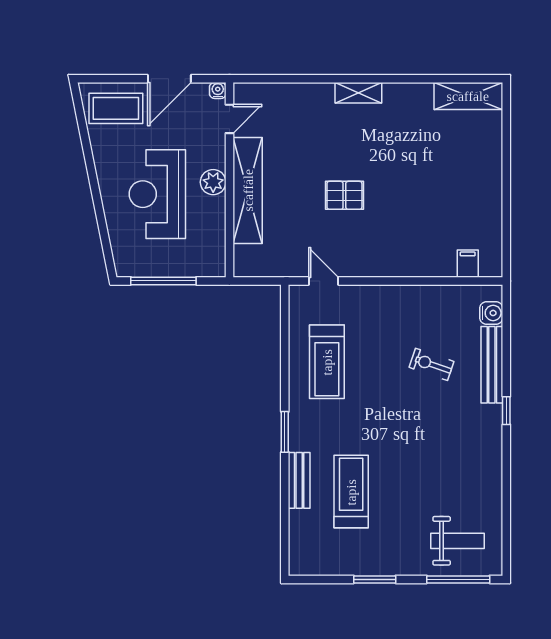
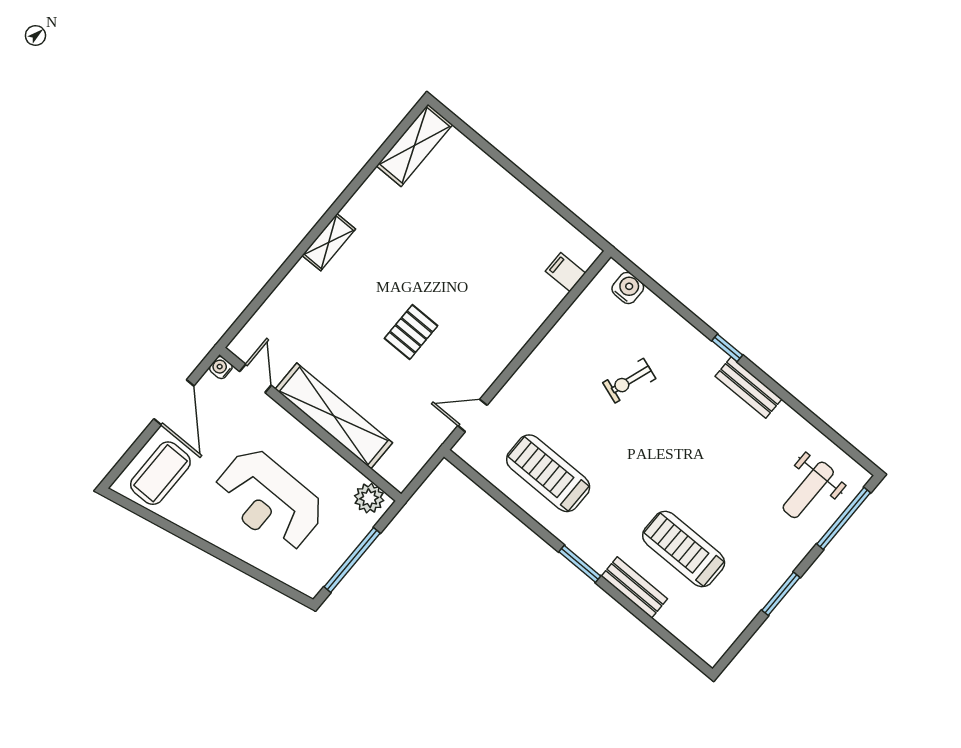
plant: (213, 182) -> (369, 498), moved
treadmill: (327, 362) -> (548, 473), turned 180
bench: (492, 365) -> (749, 388), moved, width x0.73
weight bench: (458, 541) -> (808, 490), turned 180

